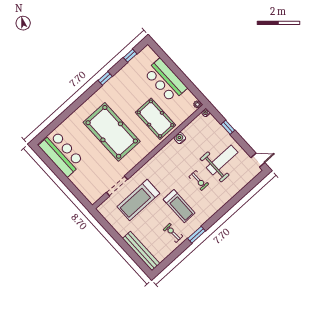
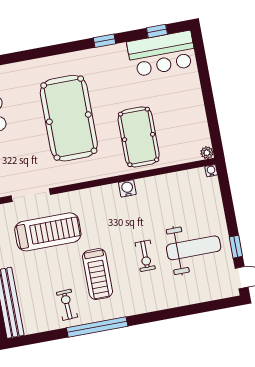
bar counter: (165, 80) -> (162, 54), moved, turned -90
window: (228, 127) -> (236, 247), moved
water cooler: (180, 138) -> (127, 188), moved
treadmill: (138, 200) -> (48, 232), turned 180
window: (197, 235) -> (97, 327), width x2.11

